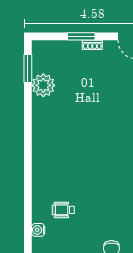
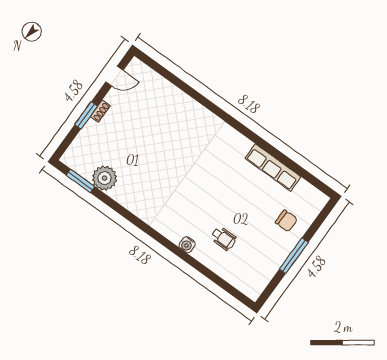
wheelchair: (63, 210) -> (224, 238), turned -90
water cooler: (38, 230) -> (187, 245), moved

